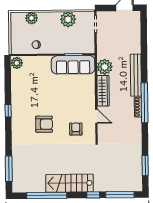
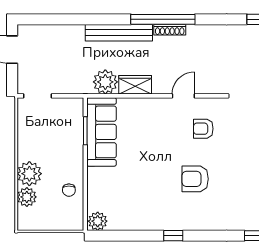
plant: (68, 19) -> (29, 174), moved
wardrobe: (103, 91) -> (135, 85), width x0.67
armchair: (44, 124) -> (195, 179), turned -90

